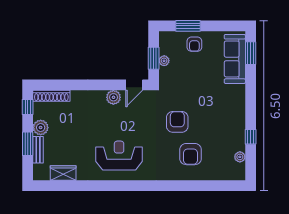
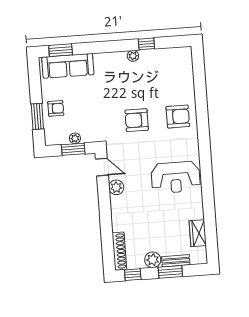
armchair: (191, 154) -> (178, 117), moved
reception desk: (119, 156) -> (176, 177), turned -90
plant: (240, 157) -> (133, 56), moved

